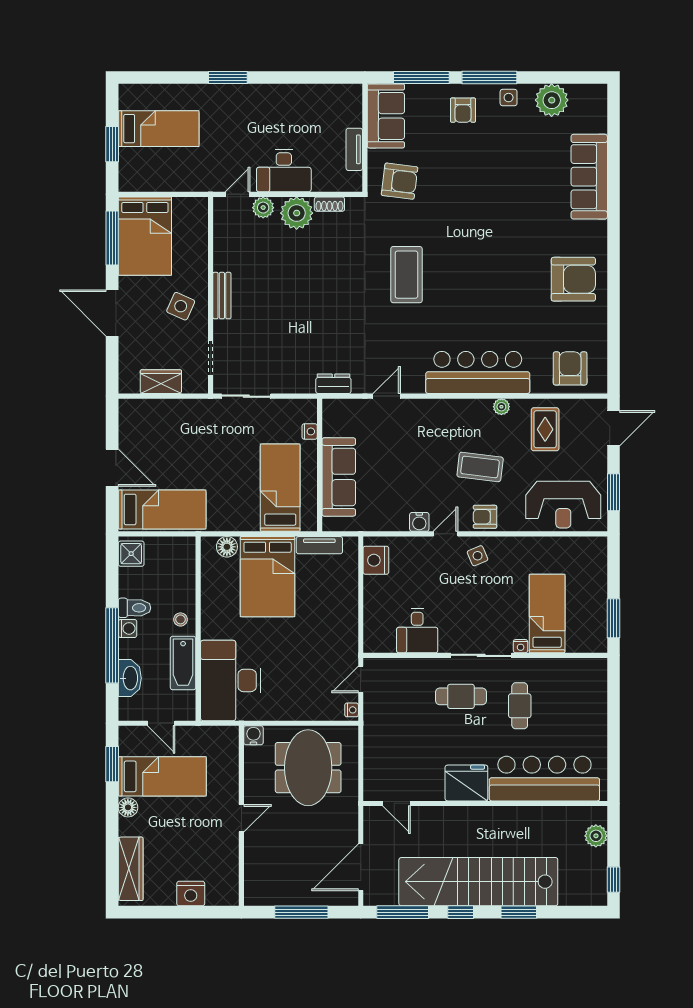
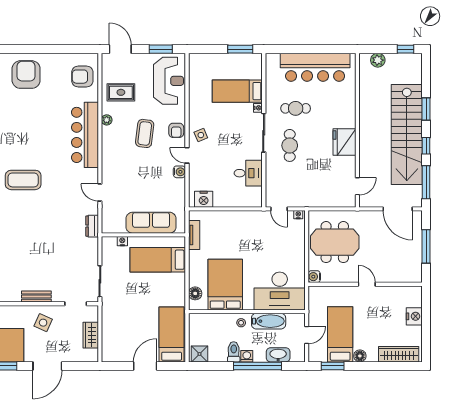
bed: (268, 577) -> (225, 285), moved, turned -90
bar counter: (544, 779) -> (315, 67), moved, turned -90

